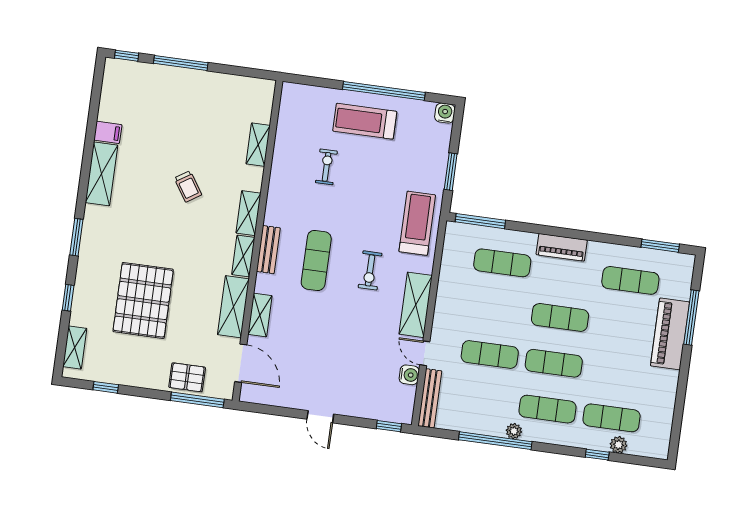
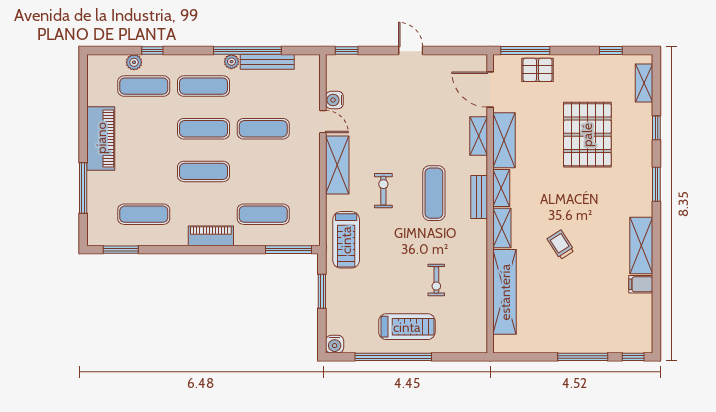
shelving: (258, 145) -> (505, 292), width x2.20, depth x1.33
piano: (670, 334) -> (101, 138), moved
bench: (430, 398) -> (267, 62), moved, turned 90

